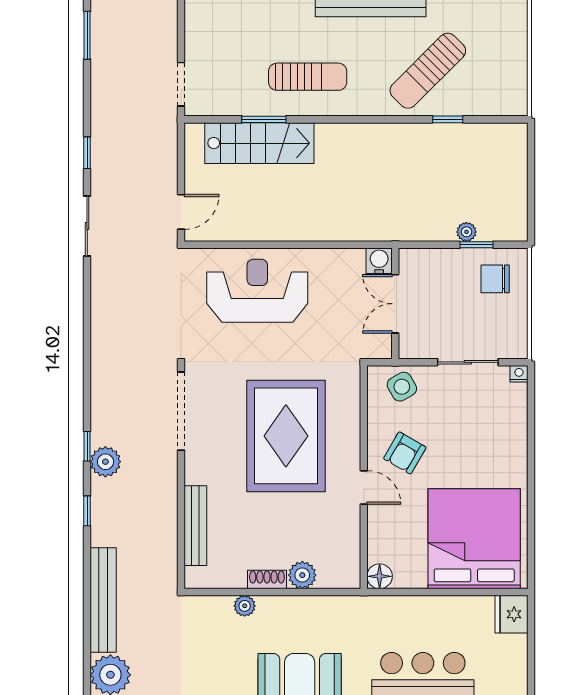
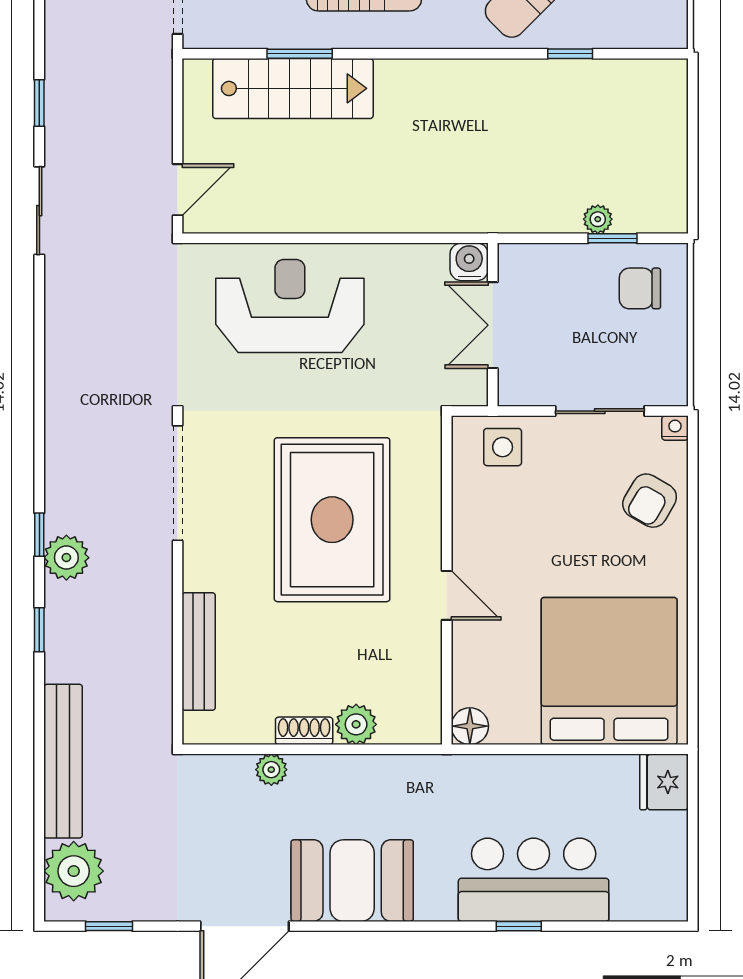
side table: (402, 387) -> (503, 447), turned 30
armchair: (405, 453) -> (650, 501), moved

